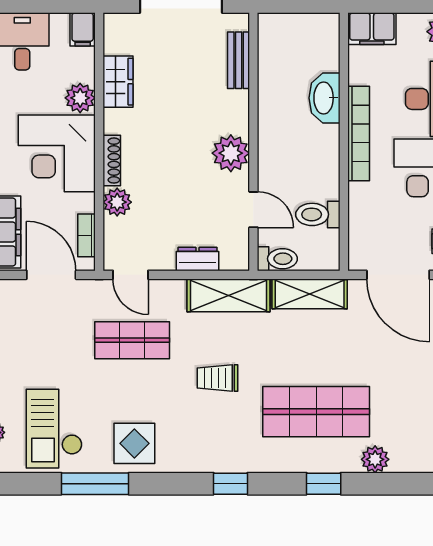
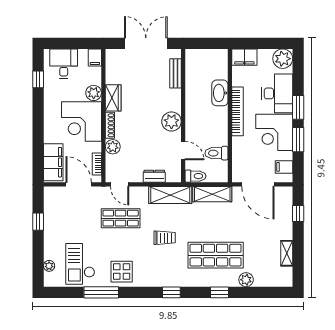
wardrobe: (118, 82) -> (113, 98), moved
trolley: (218, 378) -> (165, 238), turned 180

